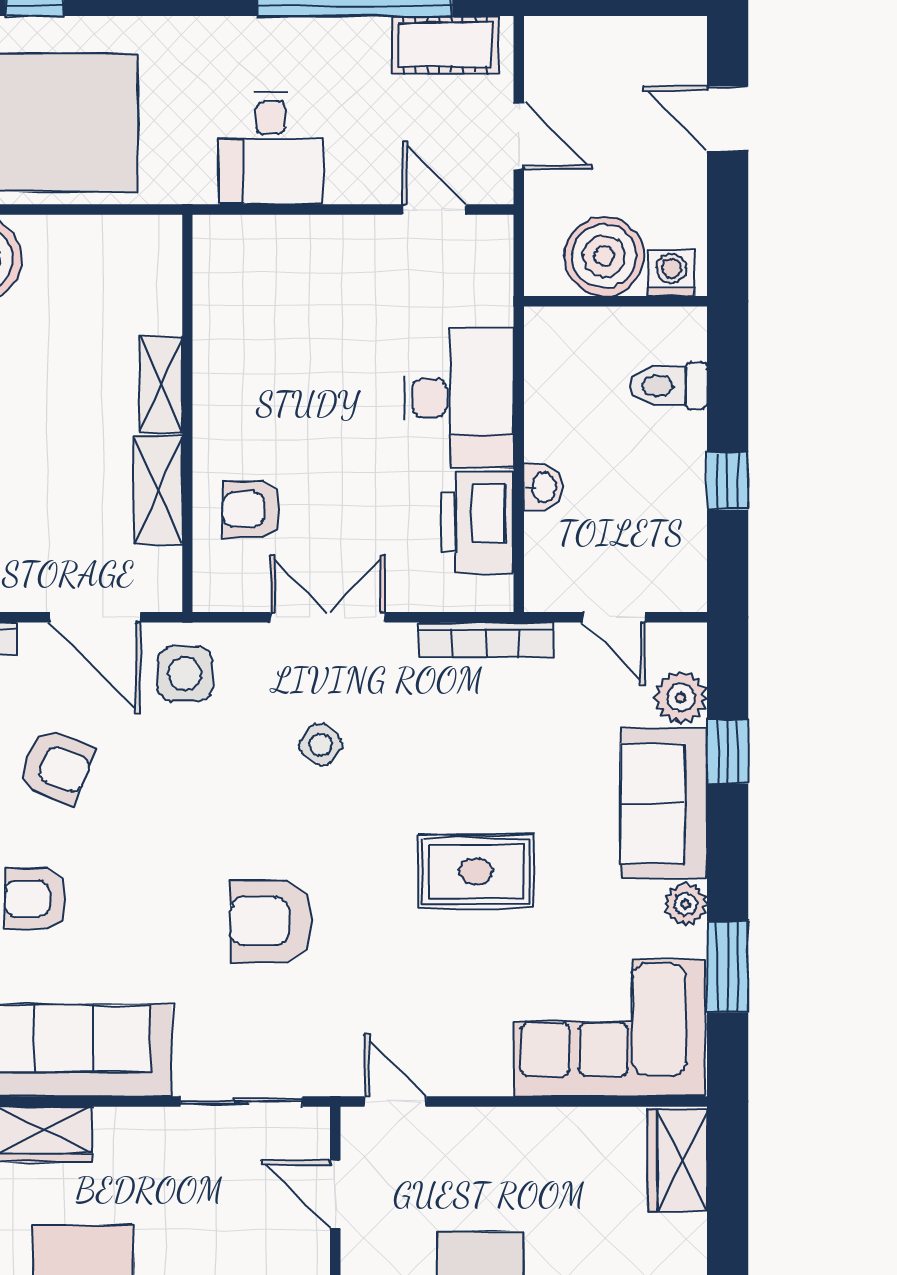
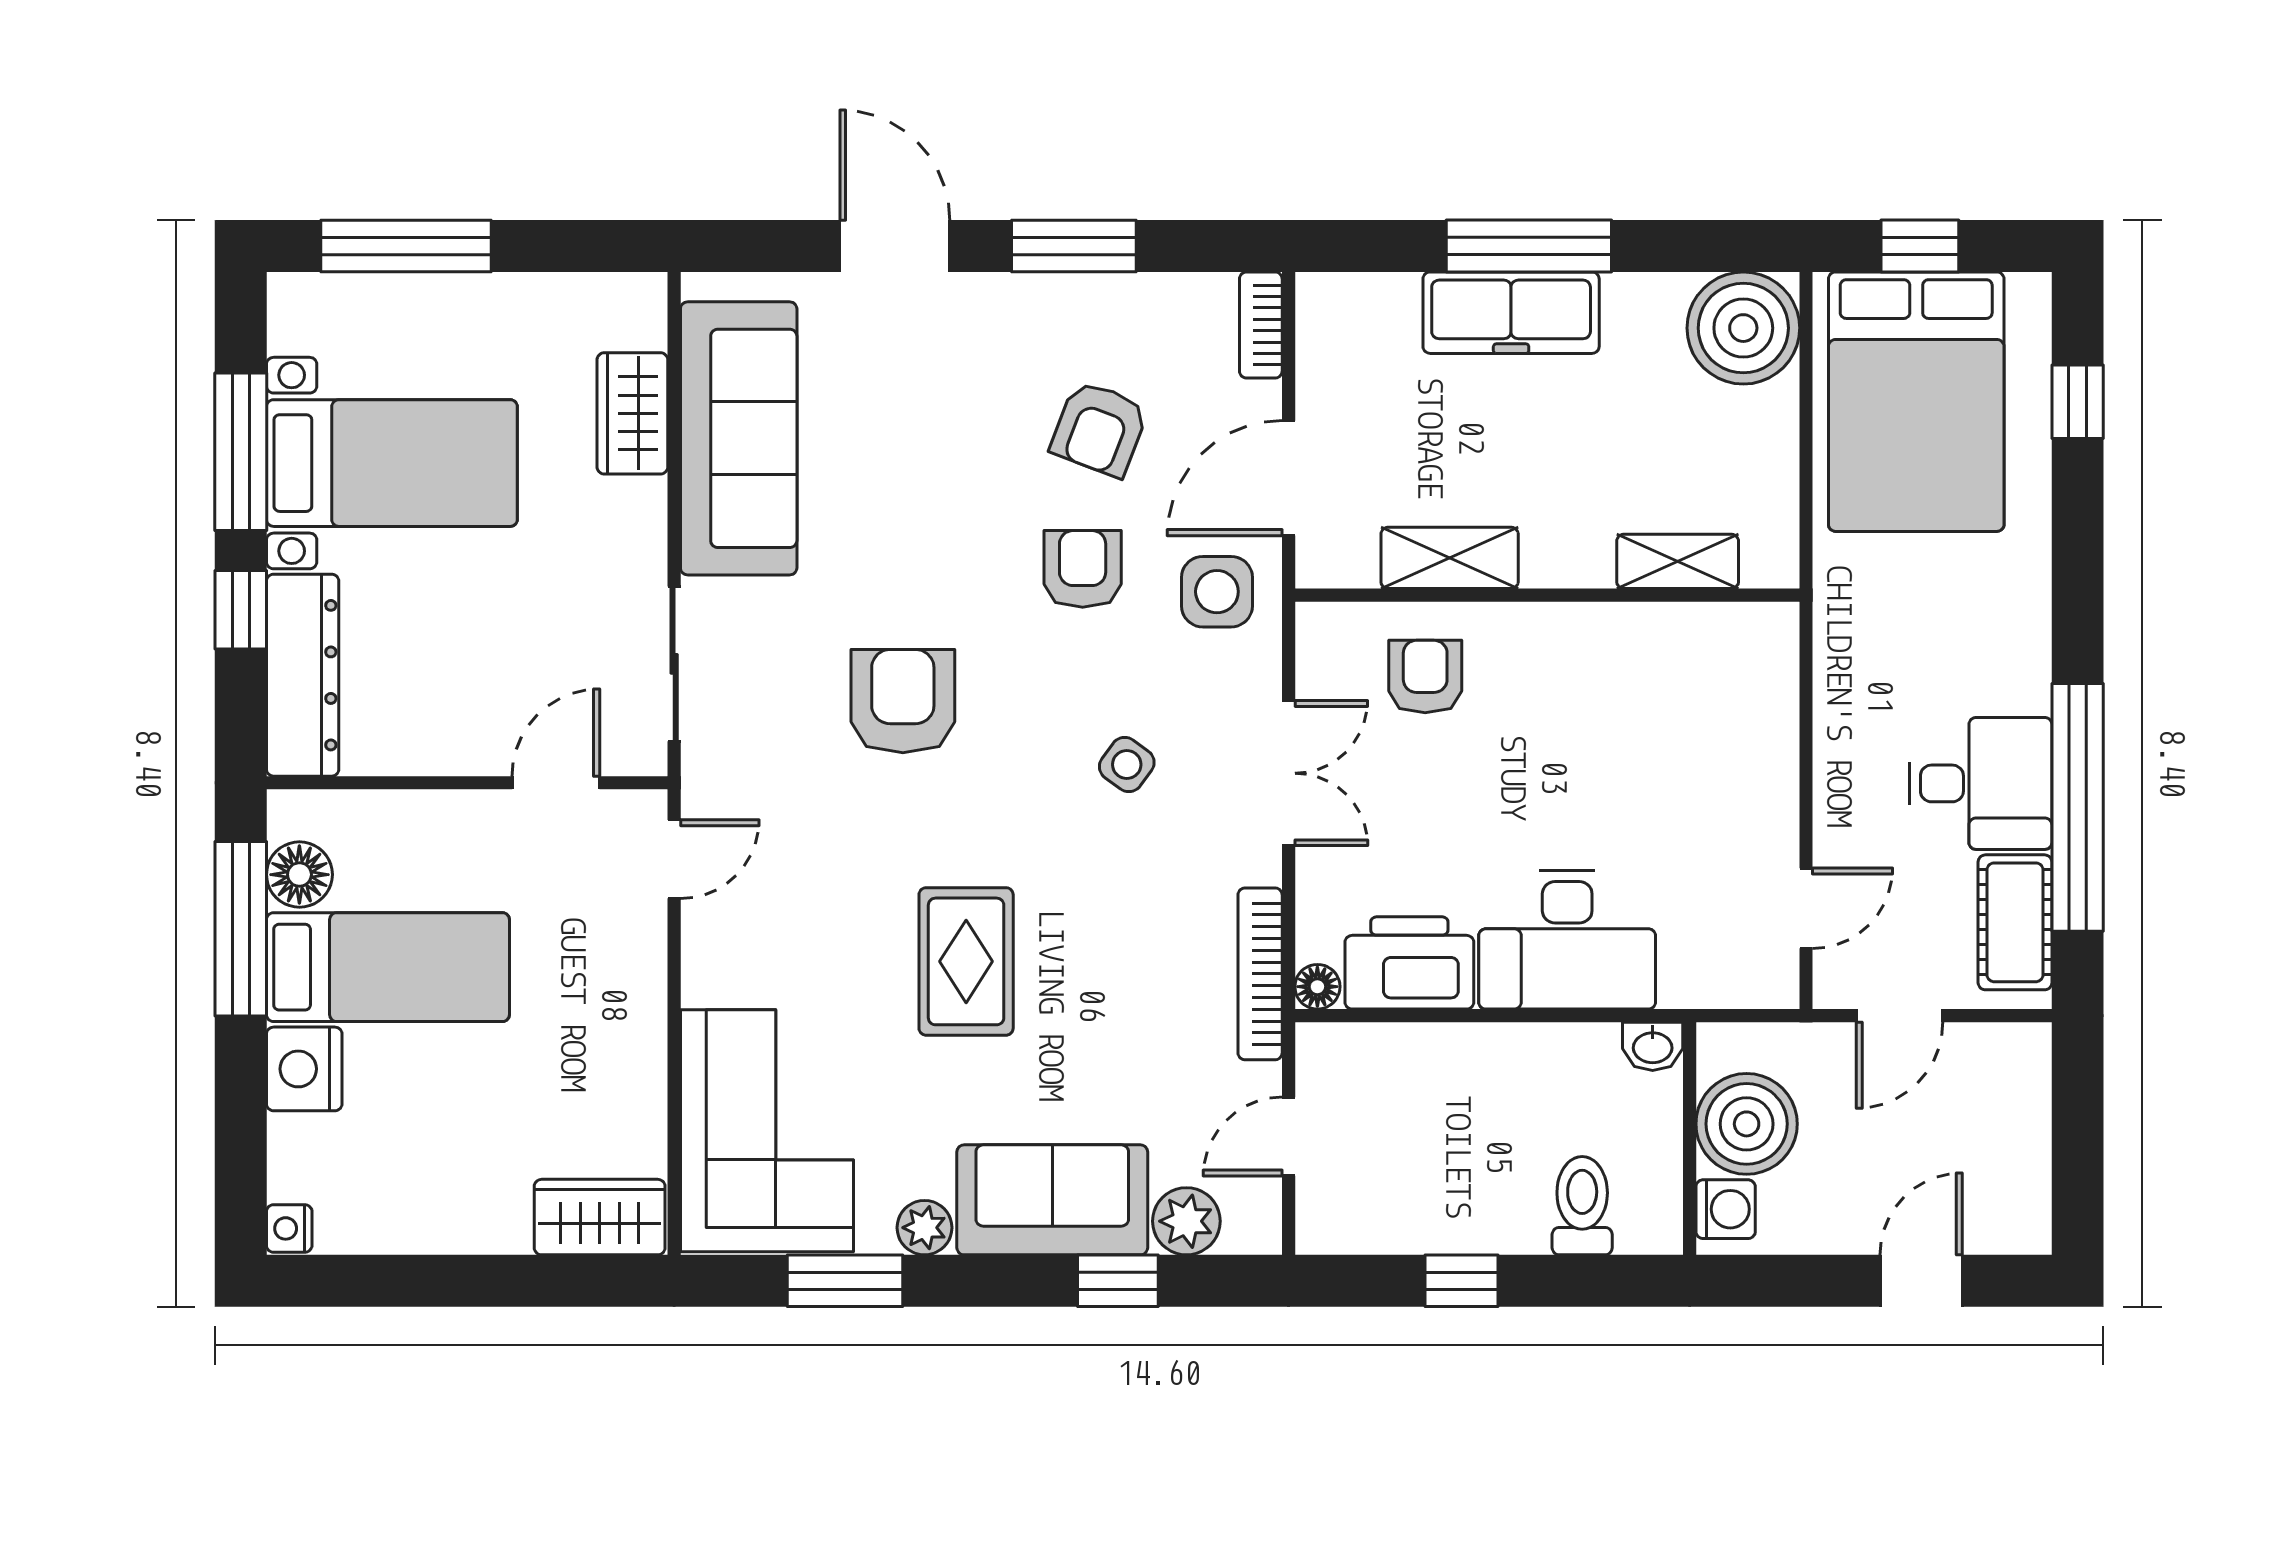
desk: (271, 148) -> (1980, 783), moved, turned 180
shelving: (161, 384) -> (1678, 561), moved
washbasin: (543, 487) -> (1653, 1046), moved
floor lamp: (496, 594) -> (1317, 987), added
armchair: (36, 899) -> (1083, 569), moved

